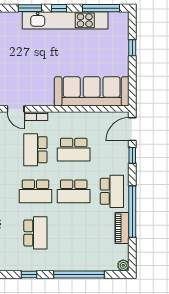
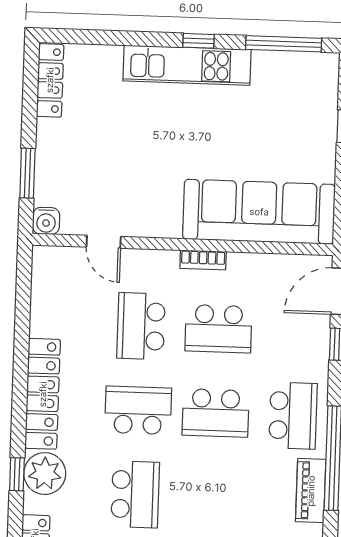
window: (30, 8) -> (140, 39), removed
kitchen unit: (65, 20) -> (187, 65), width x0.73
bookcase: (36, 116) -> (203, 260), moved
school desk: (35, 191) -> (138, 410), turned 180

